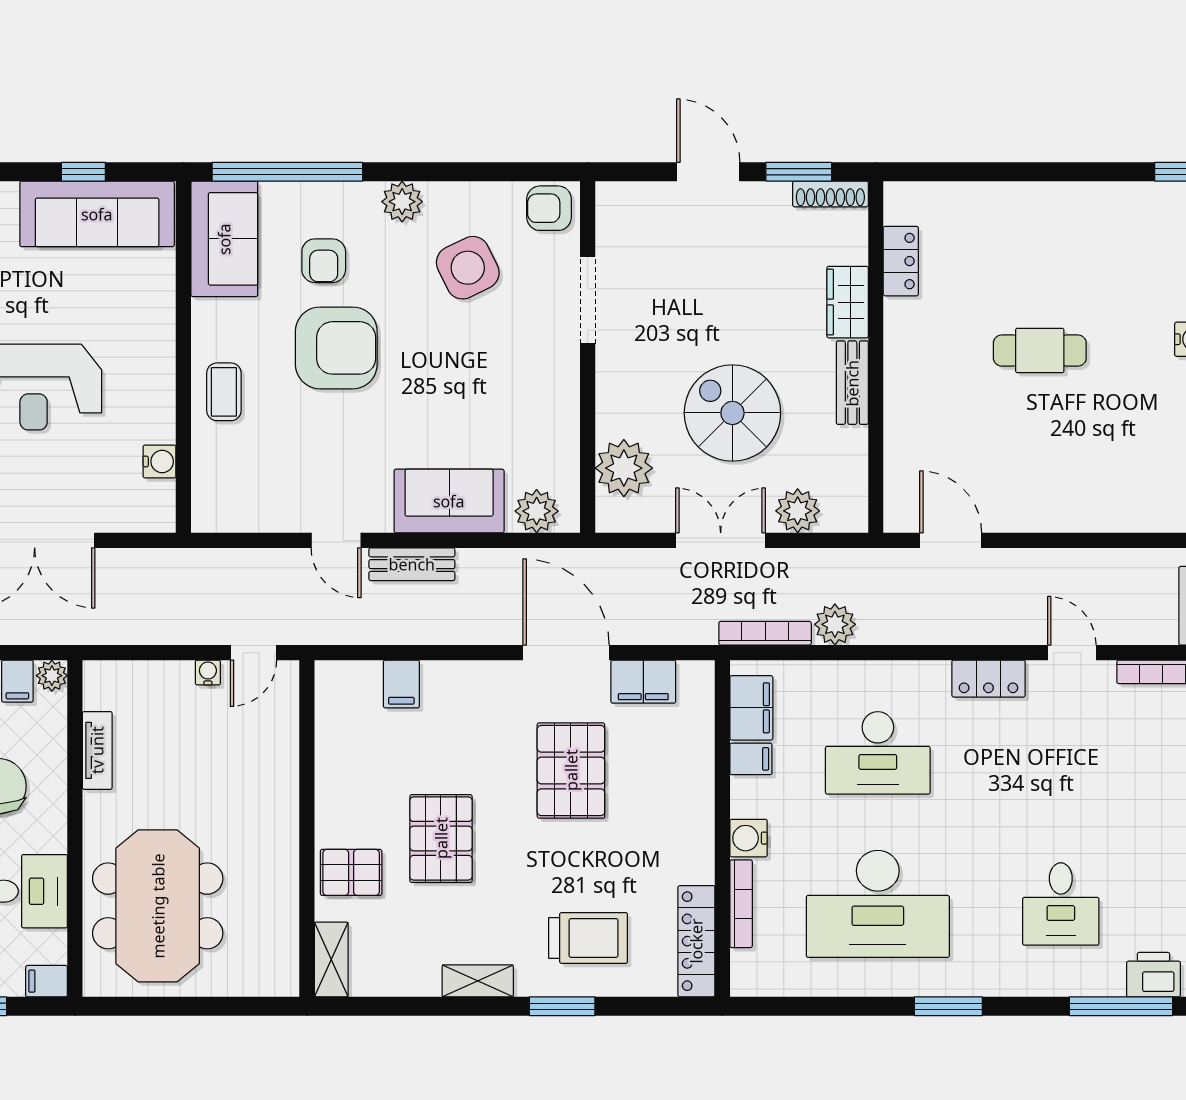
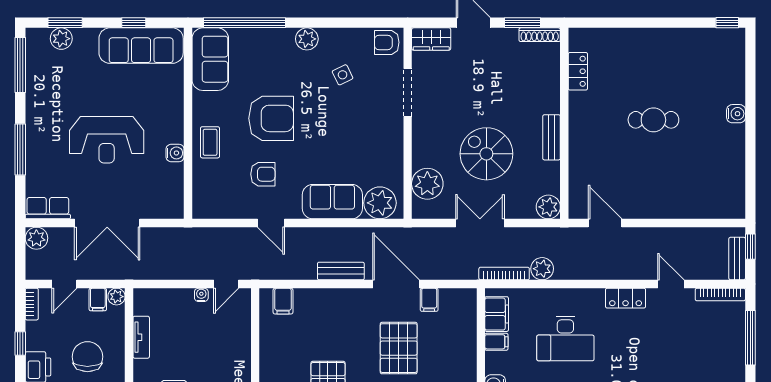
armchair: (324, 261) -> (263, 174), moved, turned -90
side table: (468, 268) -> (343, 75), width x0.54, depth x0.54
wardrobe: (848, 302) -> (431, 39), moved, turned -90
water cooler: (159, 461) -> (175, 153), moved
plant: (537, 511) -> (380, 203), width x1.36, depth x1.36
plant: (798, 511) -> (548, 207), moved
bench: (412, 564) -> (341, 271), moved
filing cabinet: (643, 682) -> (429, 300), width x0.50
filing cabinet: (401, 684) -> (283, 301), moved

